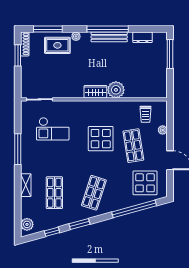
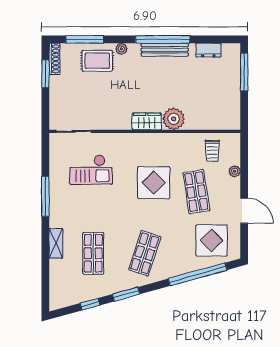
plant: (27, 224) -> (57, 295), removed

